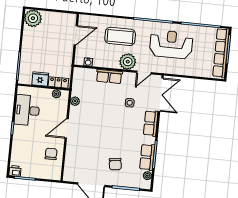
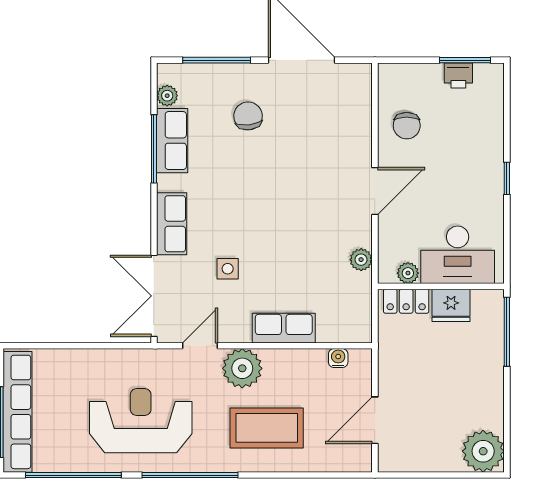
reception desk: (171, 44) -> (141, 421), turned 180
desk: (27, 110) -> (458, 255), moved, turned 90
printer: (15, 171) -> (458, 75), moved

